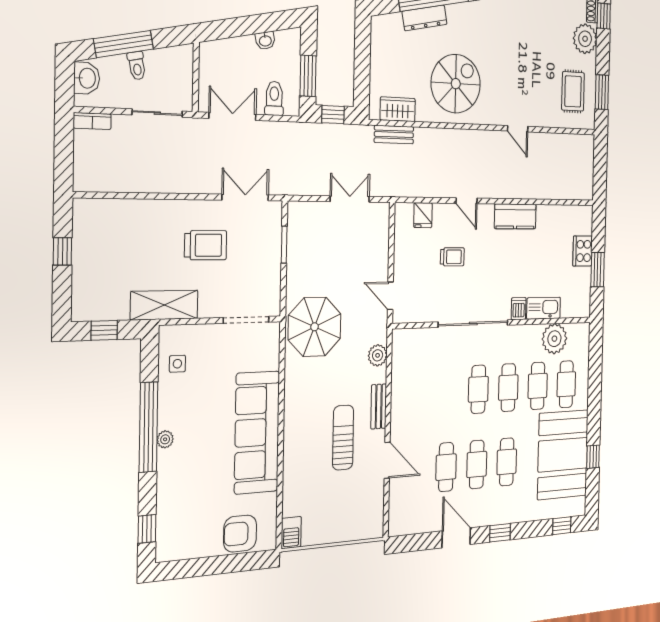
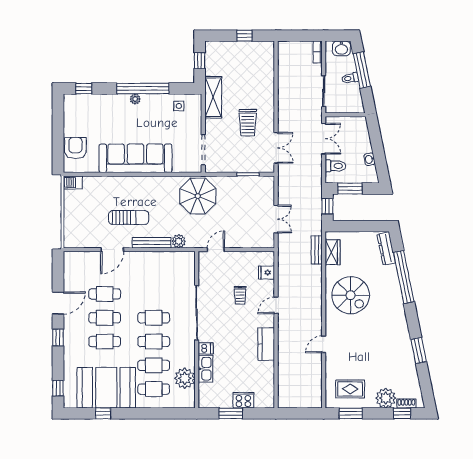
dresser: (425, 18) -> (386, 249), moved
bench: (379, 406) -> (152, 243), width x1.36

